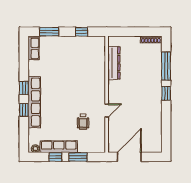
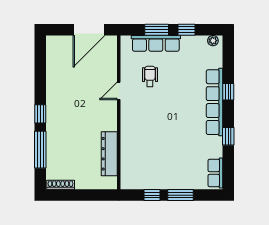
window: (49, 32) -> (181, 195), moved
window: (24, 88) -> (228, 136), moved
row of seats: (59, 147) -> (156, 43), moved

